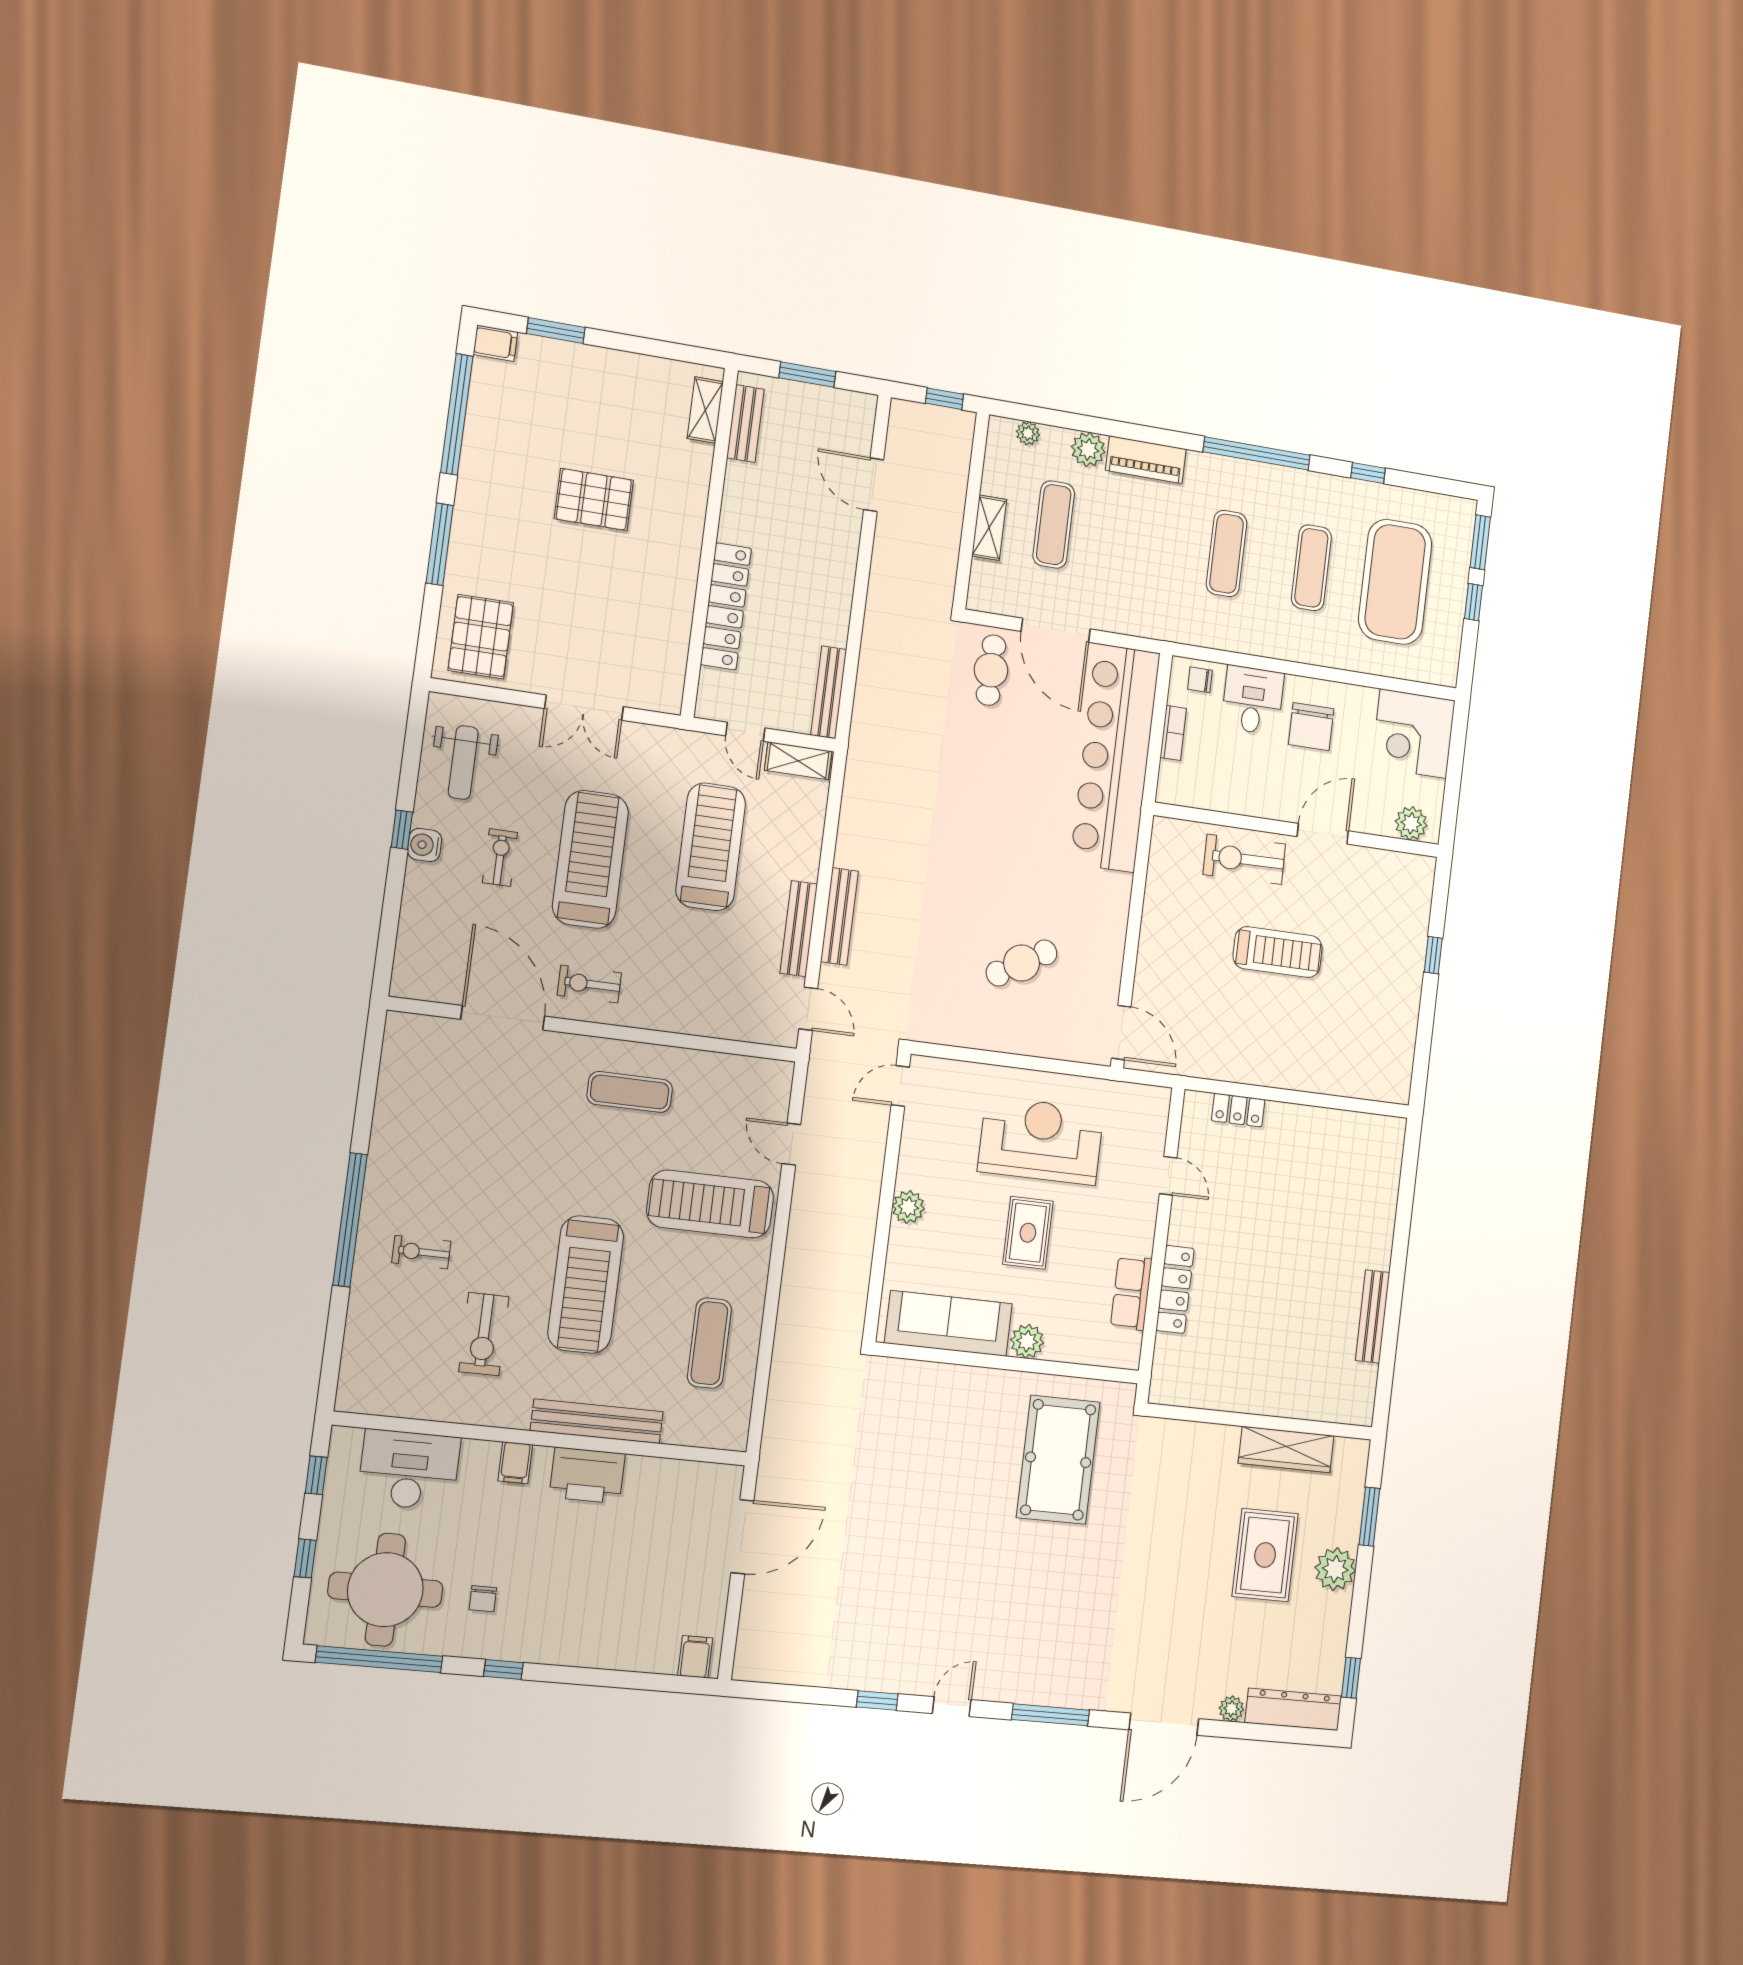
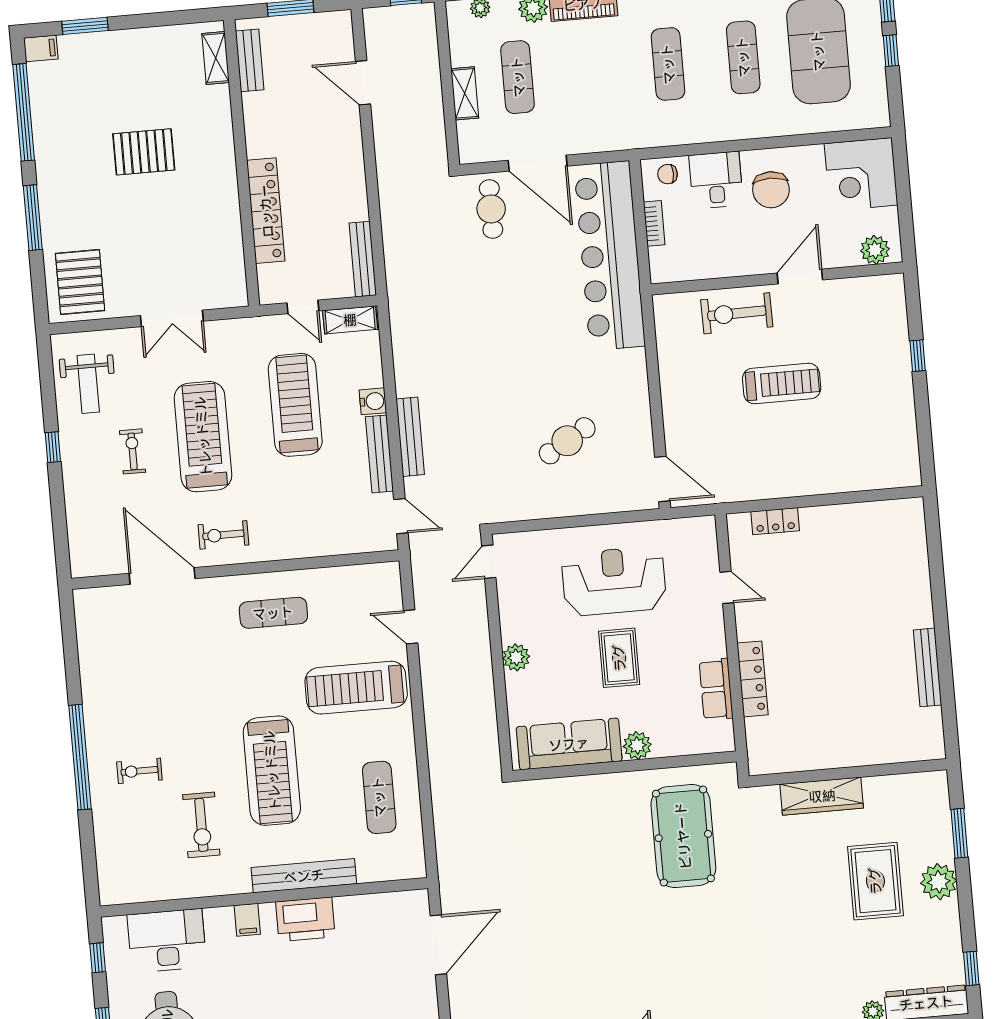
water cooler: (425, 845) -> (373, 401), moved, turned 180
wardrobe: (1286, 1449) -> (822, 796), moved

